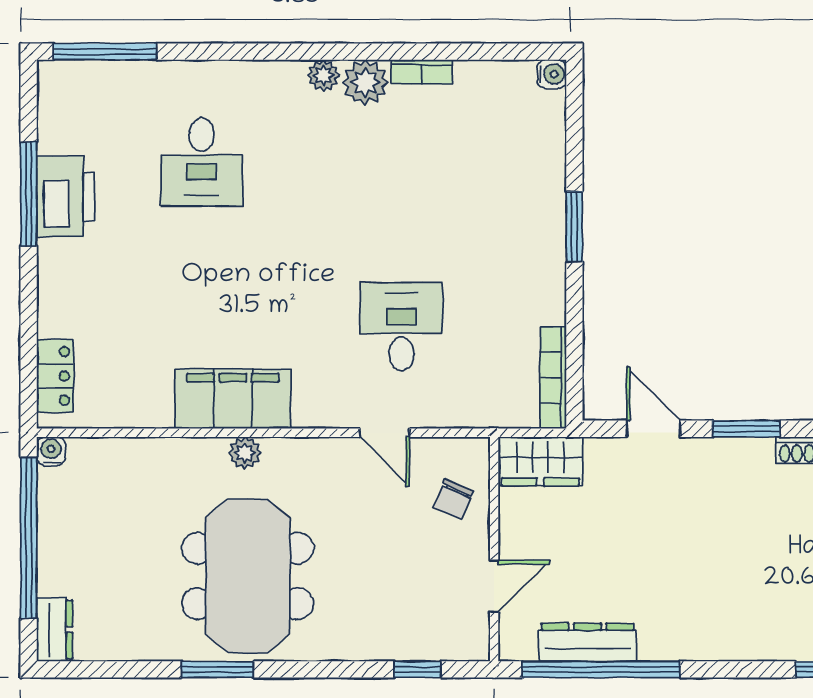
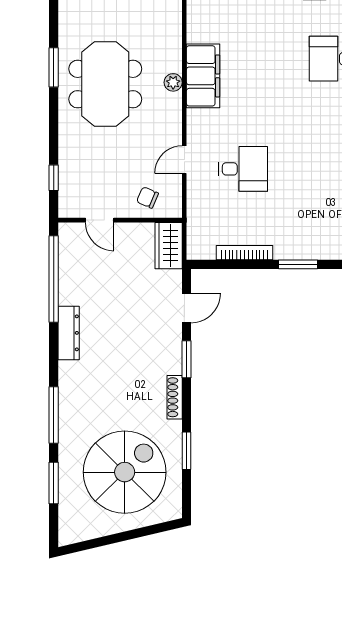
bookcase: (553, 378) -> (245, 253), moved
meeting table: (248, 576) -> (105, 84), turned 90
dresser: (588, 642) -> (69, 333), moved

